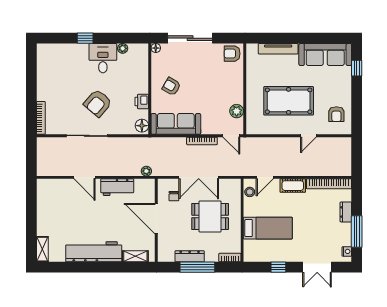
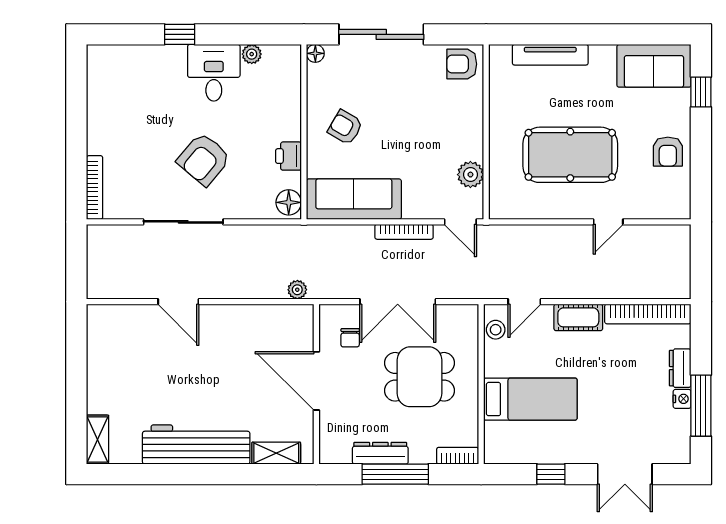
sofa: (325, 54) -> (654, 66), width x0.73
armchair: (336, 114) -> (668, 152), moved
workbench: (117, 187) -> (241, 320), removed
nightstand: (347, 251) -> (682, 399), moved

